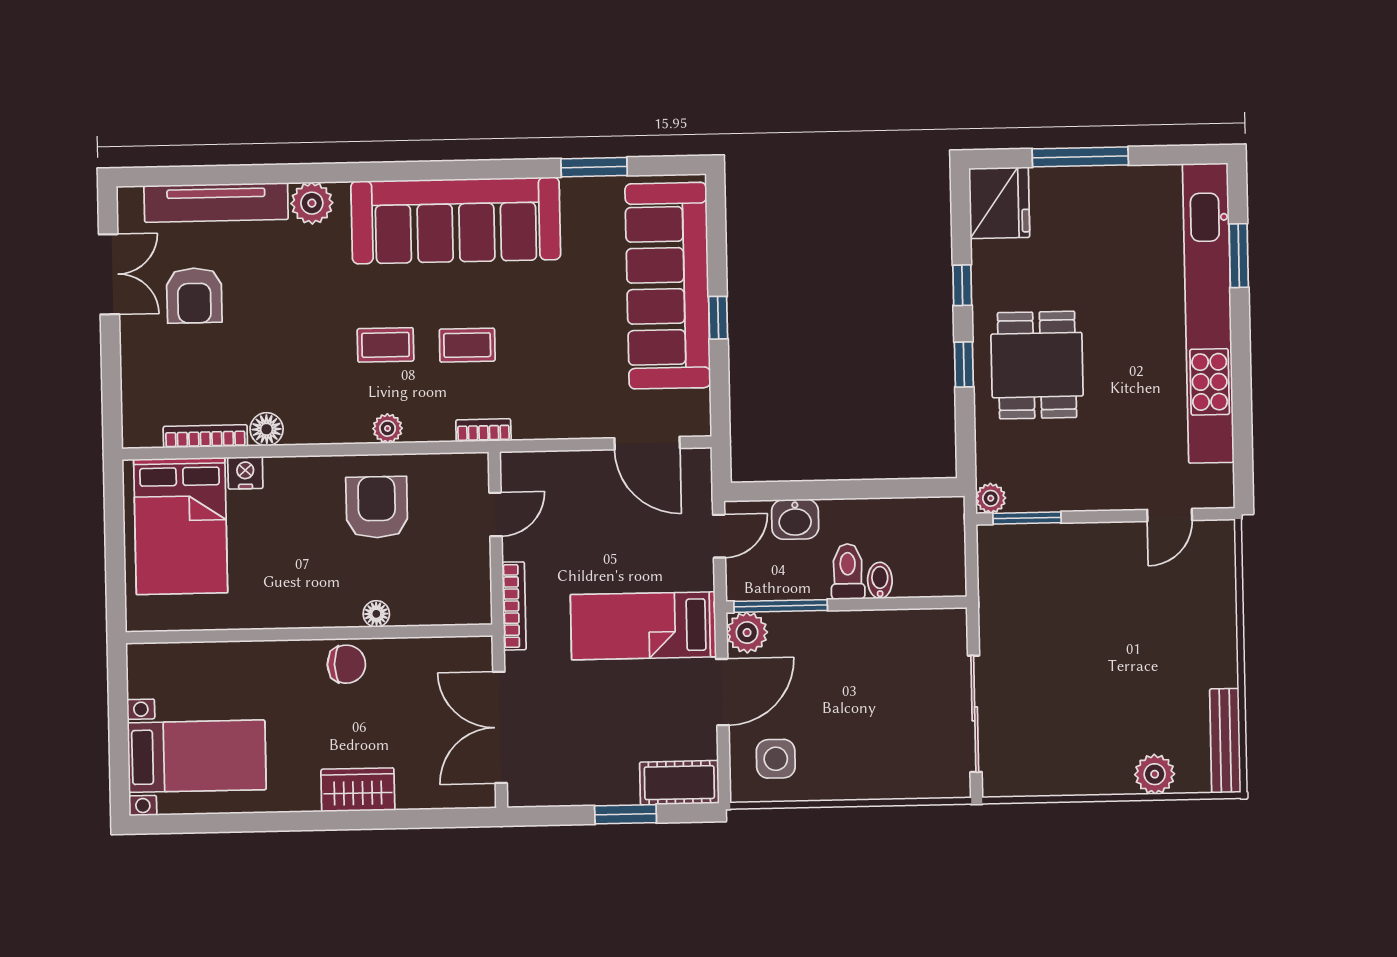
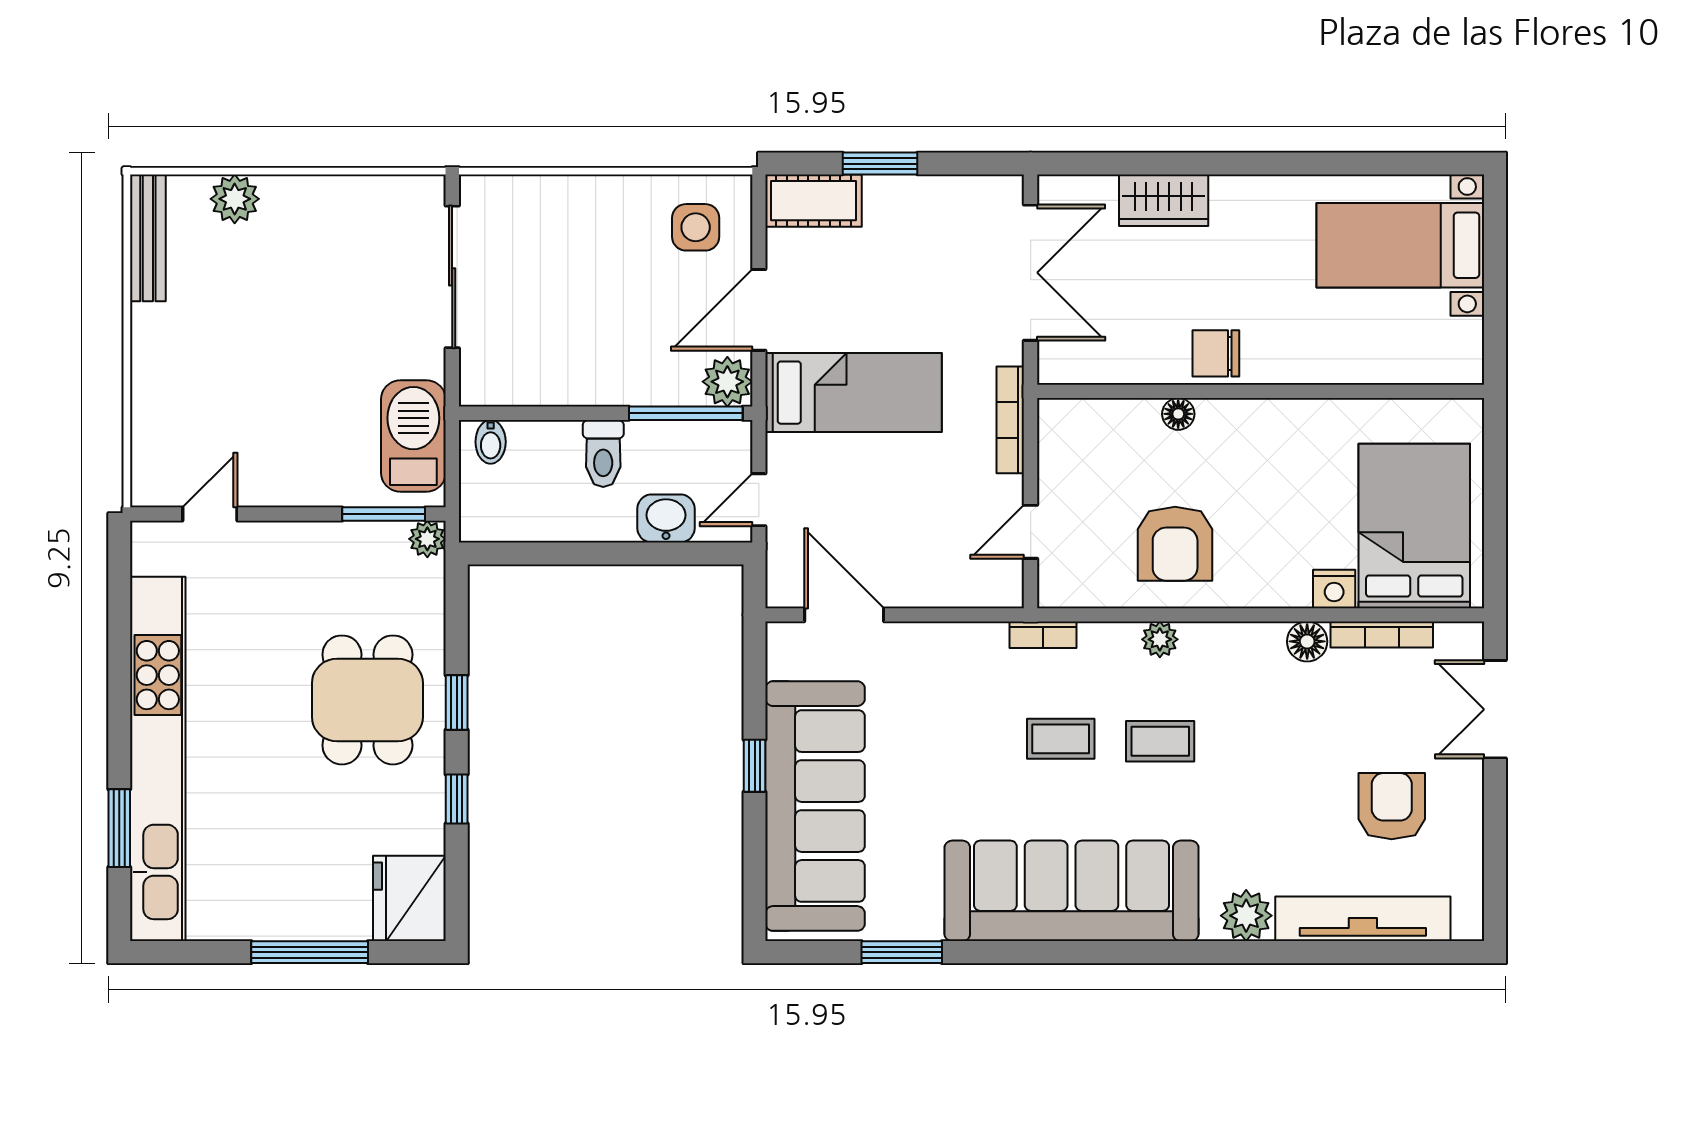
double door: (109, 274) -> (1495, 709), moved
bidet: (880, 580) -> (491, 442), moved
barbecue: (1004, 583) -> (413, 436), added
wardrobe: (358, 790) -> (1164, 200), moved

